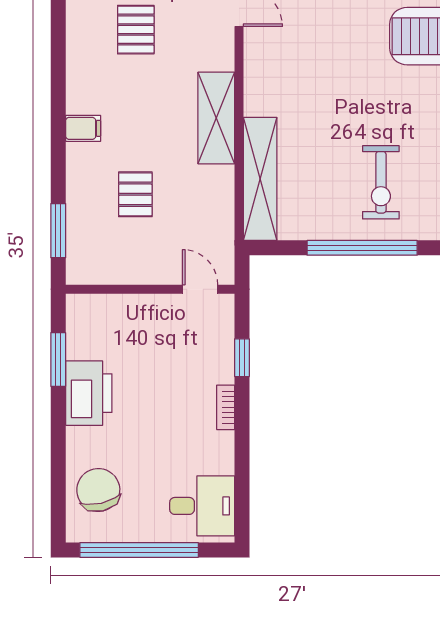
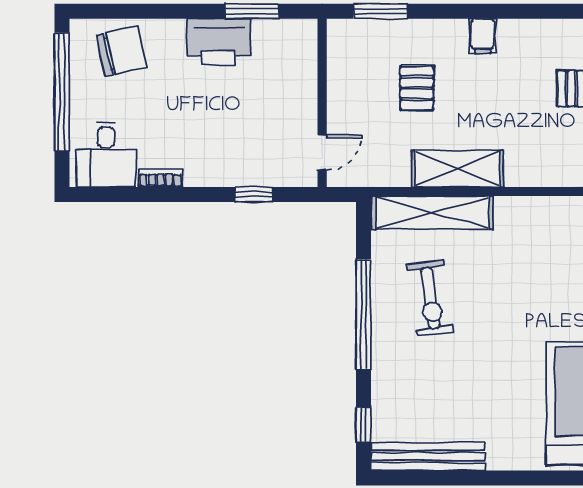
shelving: (216, 118) -> (457, 169), moved
exercise bike: (381, 182) -> (430, 298), moved, turned -98
pallet: (135, 194) -> (417, 88), turned 90
bookcase: (226, 407) -> (161, 178), moved

